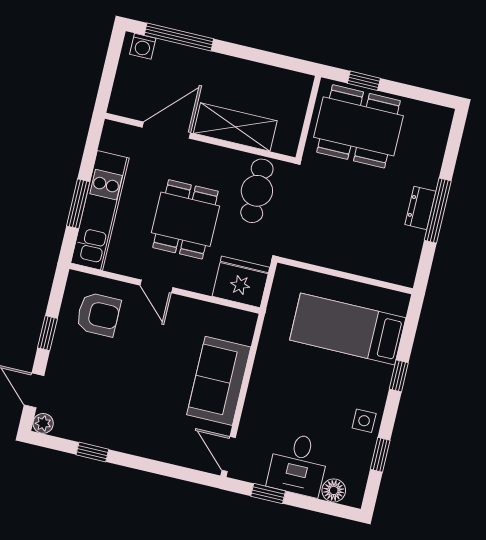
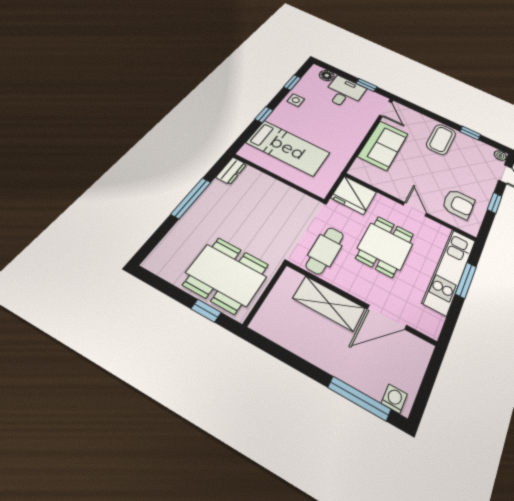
dresser: (420, 208) -> (231, 171), moved
armchair: (98, 314) -> (458, 204), turned 180
coffee table: (136, 423) -> (441, 139), added

